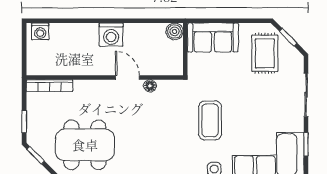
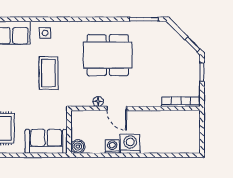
washing machine: (40, 31) -> (112, 146), moved
dining table: (85, 145) -> (108, 55), moved

